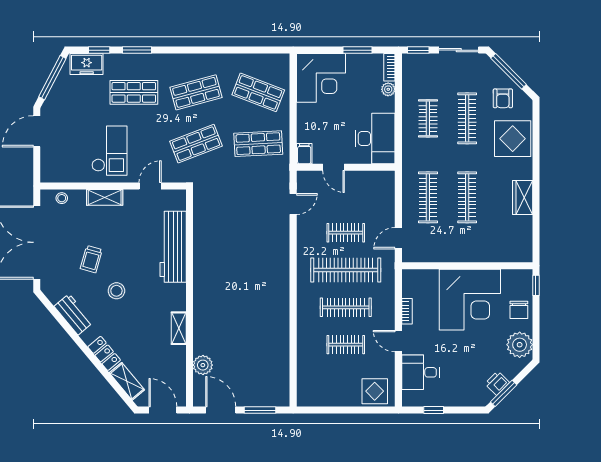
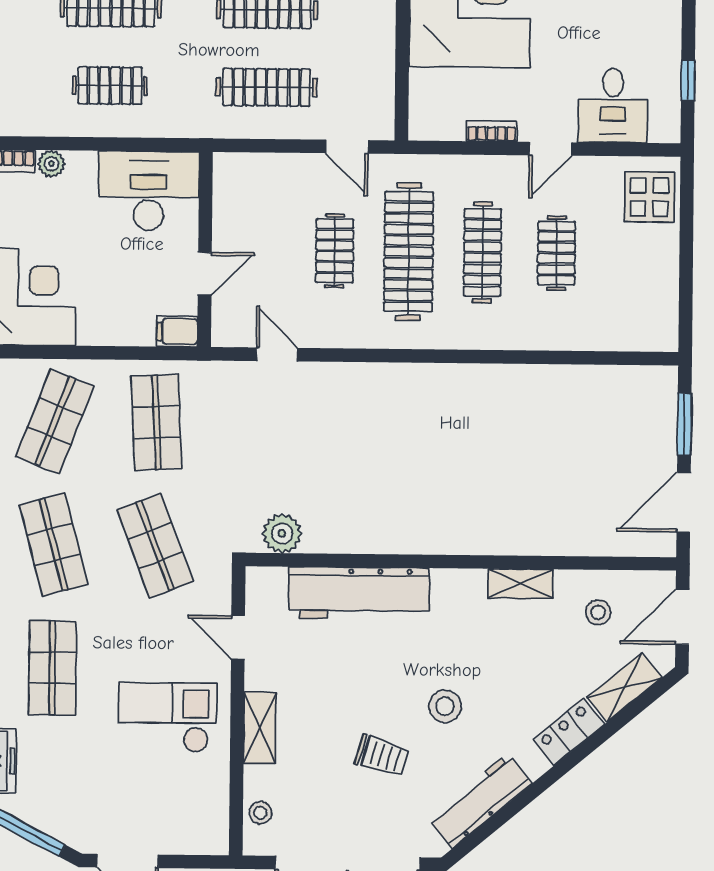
workbench: (73, 314) -> (480, 801), width x1.37
plant: (203, 365) -> (282, 533), moved
stool: (165, 368) -> (598, 612), added

